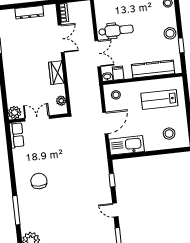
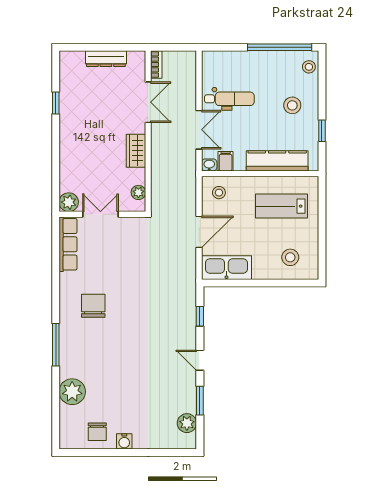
stool: (170, 33) -> (292, 105), moved
row of seats: (17, 135) -> (68, 244), width x1.48

